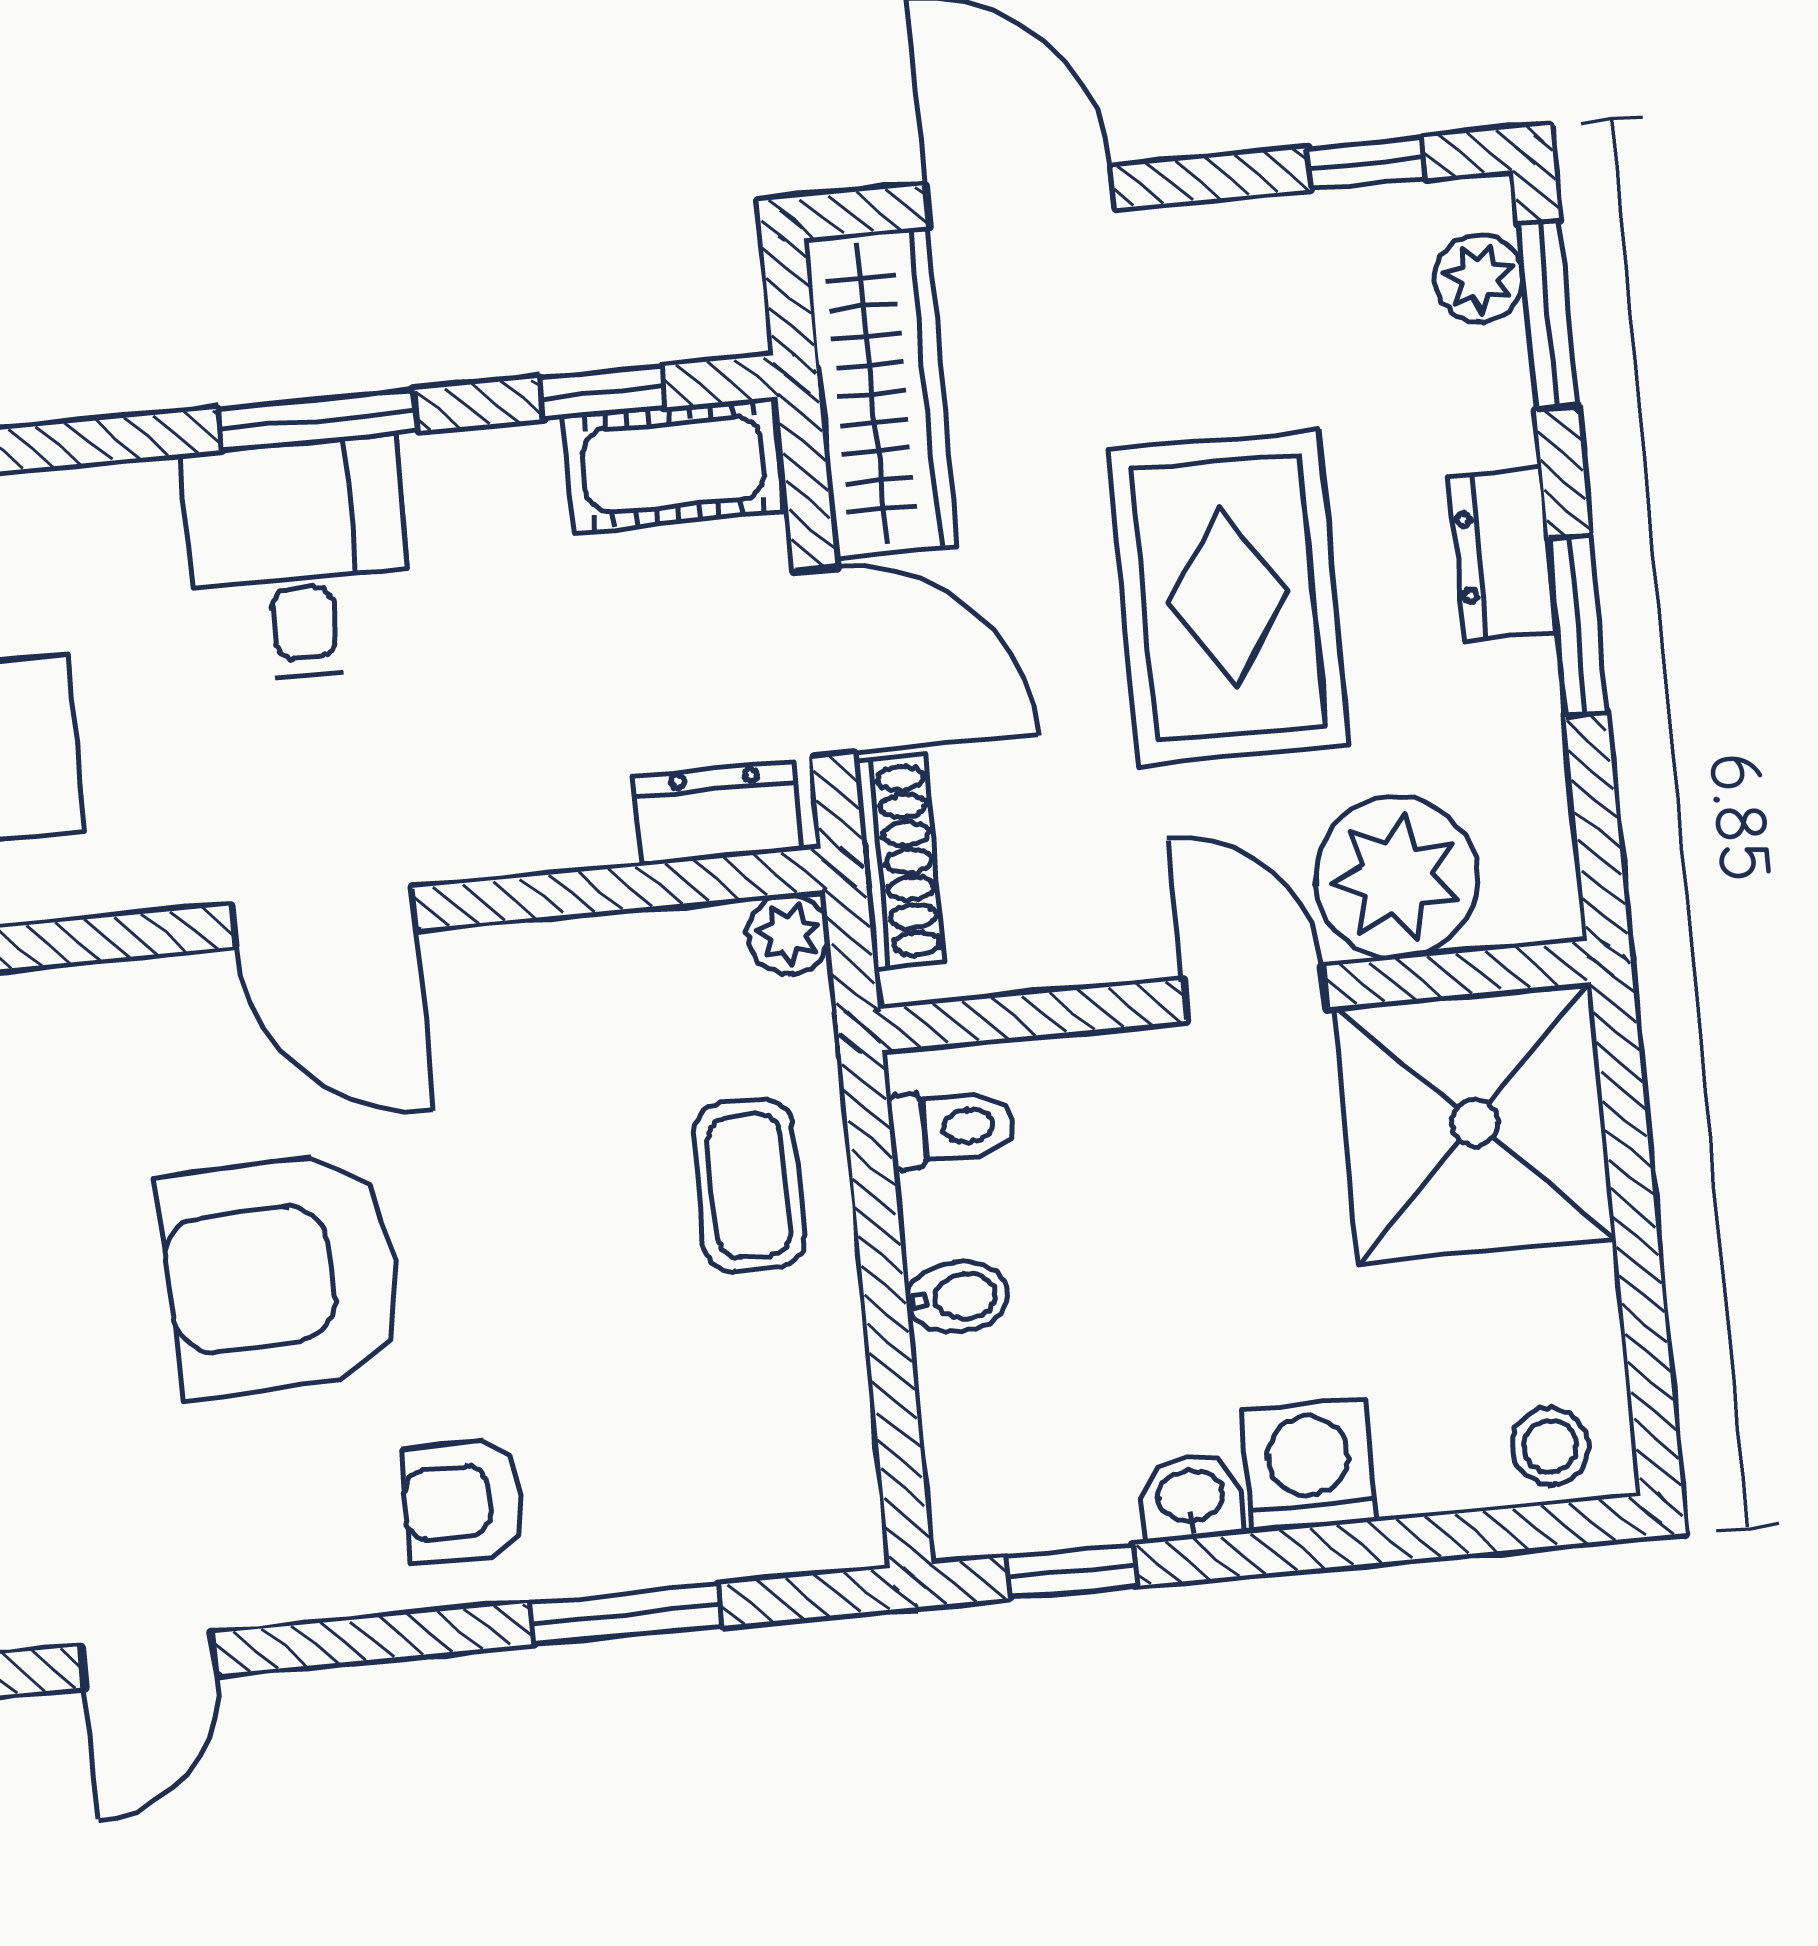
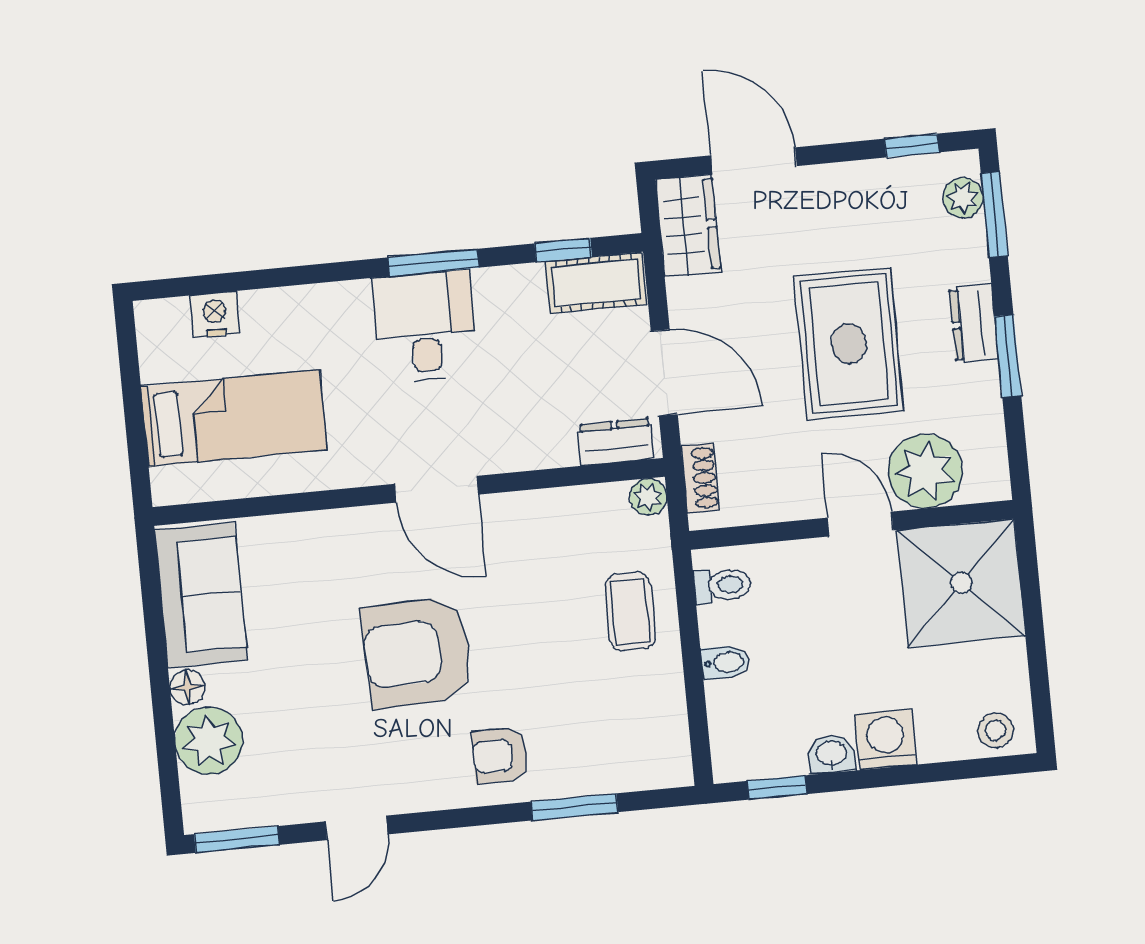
wardrobe: (881, 393) -> (688, 226), width x0.67
shoe rack: (900, 862) -> (700, 478), width x0.70

